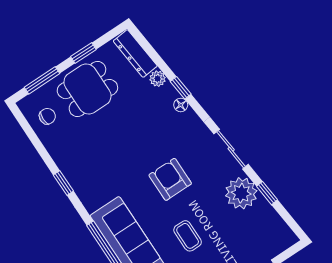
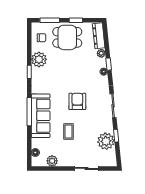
plant: (66, 153) -> (39, 59), added
plant: (241, 193) -> (106, 141), moved

